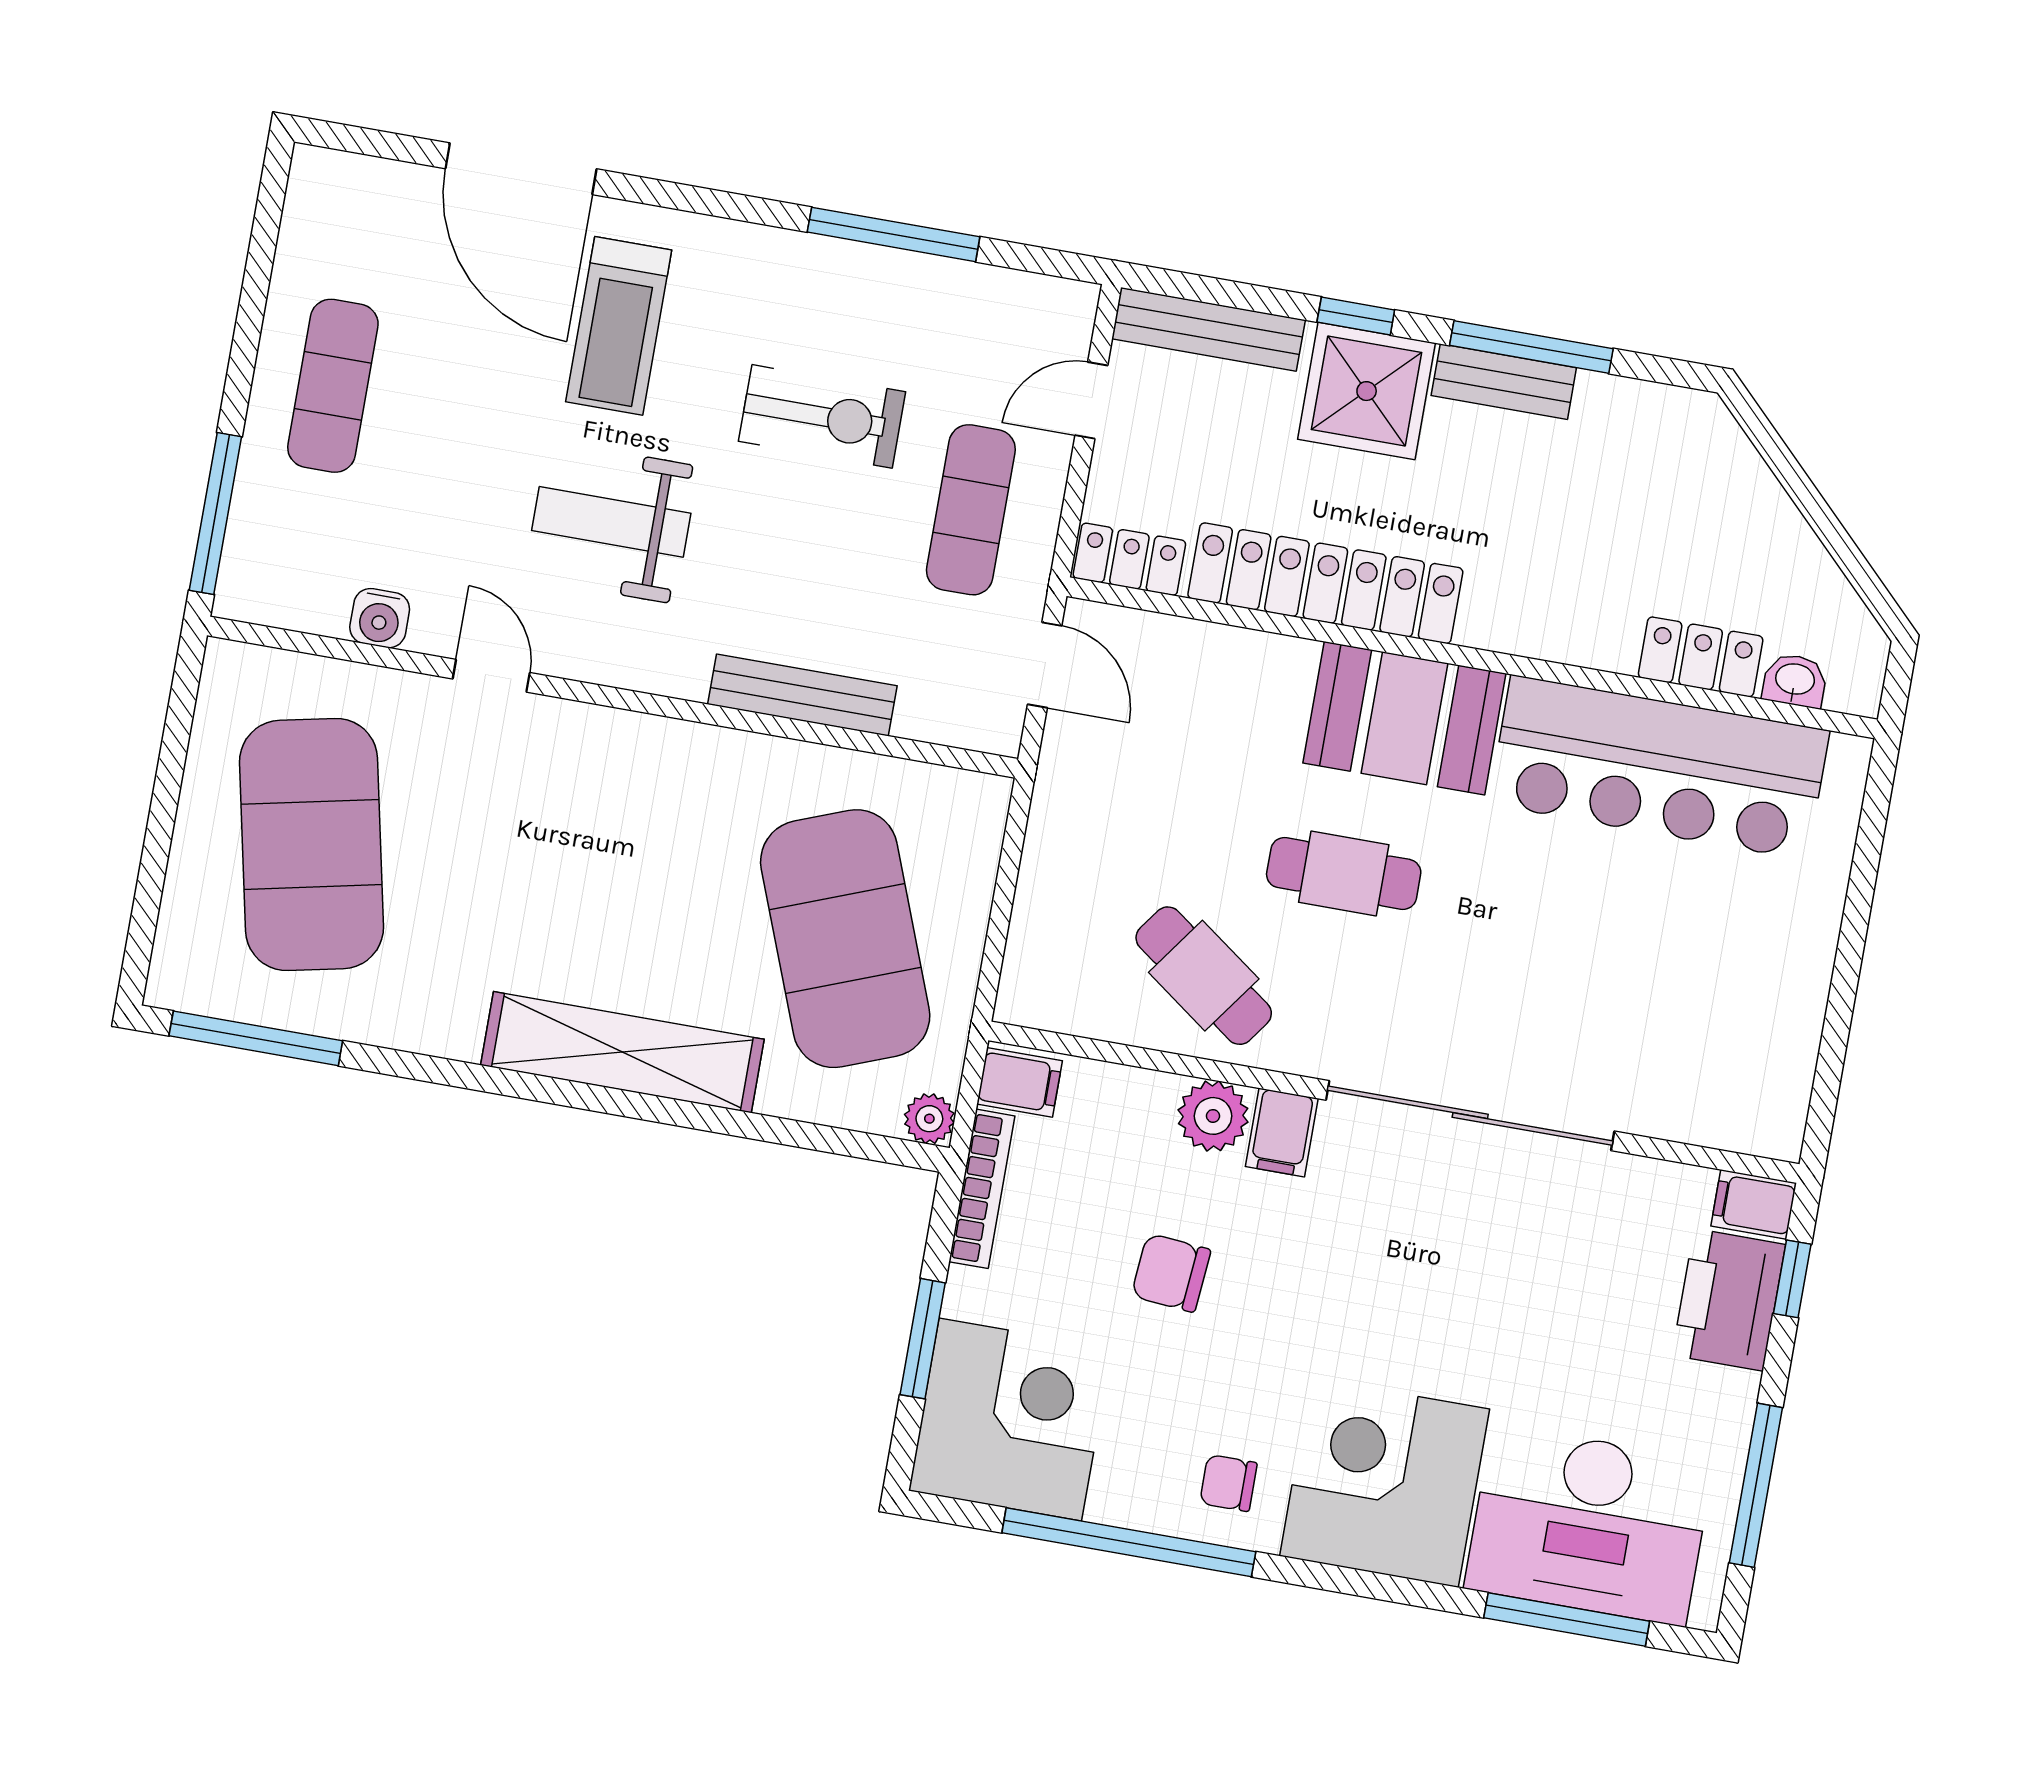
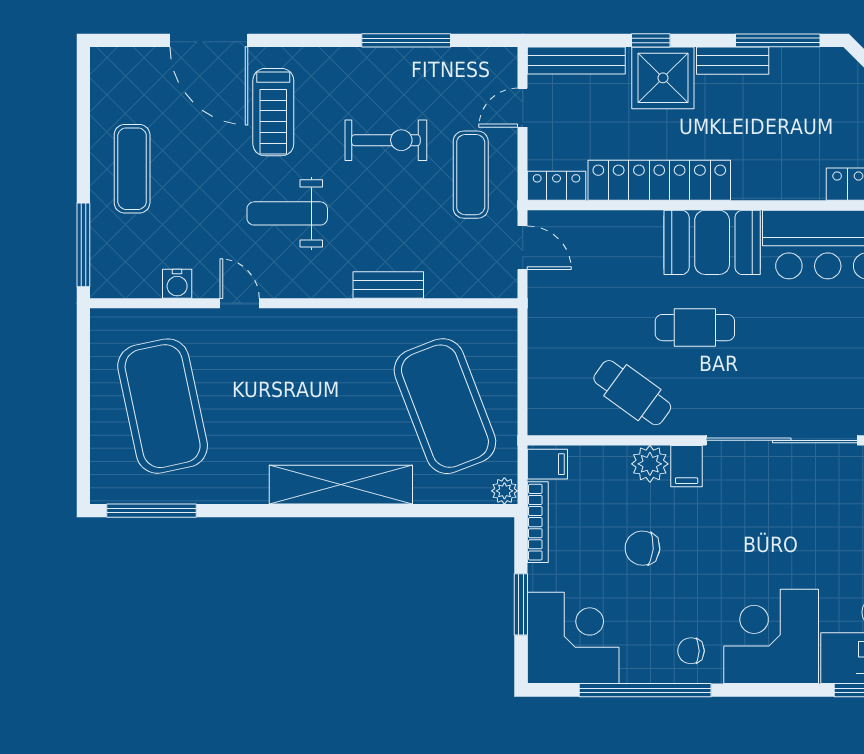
window: (1531, 347) -> (778, 40), moved
bench: (802, 695) -> (388, 285), width x0.73

